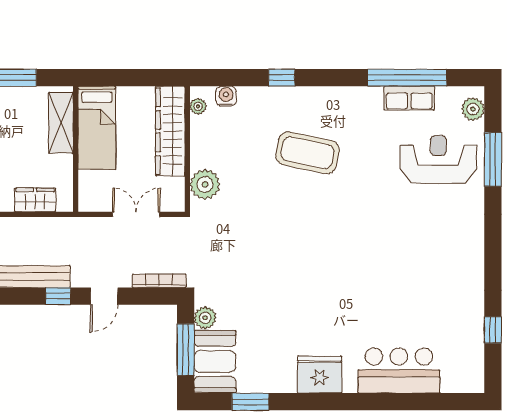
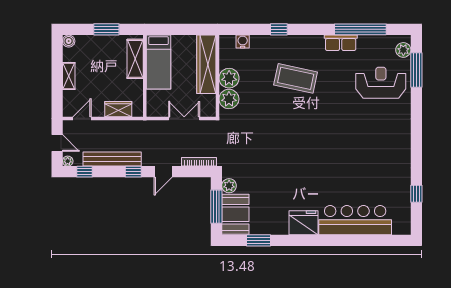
row of seats: (409, 98) -> (341, 43), moved
plant: (198, 106) -> (229, 78), moved, width x1.88, depth x1.88
window: (493, 159) -> (416, 70), moved
bar counter: (399, 371) -> (355, 220), width x1.36

